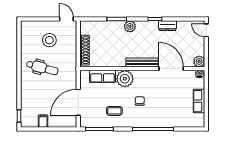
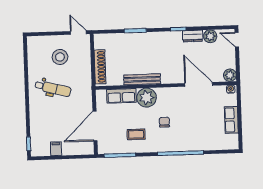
plant: (130, 26) -> (210, 36), moved
bench: (142, 62) -> (142, 79), moved

